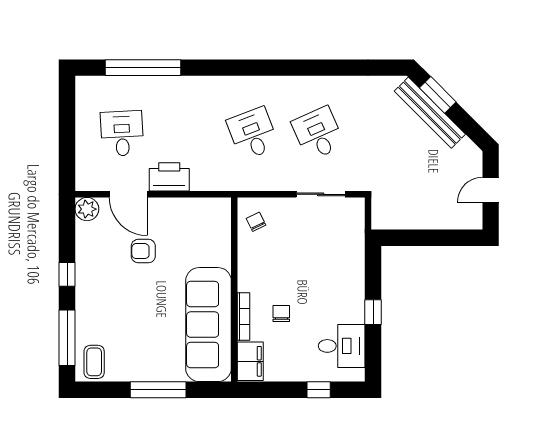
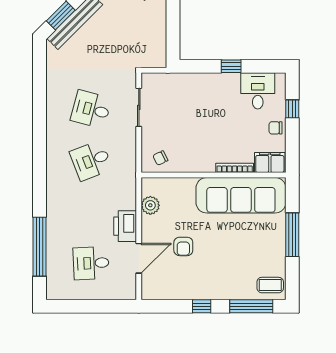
desk: (318, 133) -> (91, 109), turned 39
plant: (87, 209) -> (150, 205), moved
chair: (281, 314) -> (276, 128), moved

